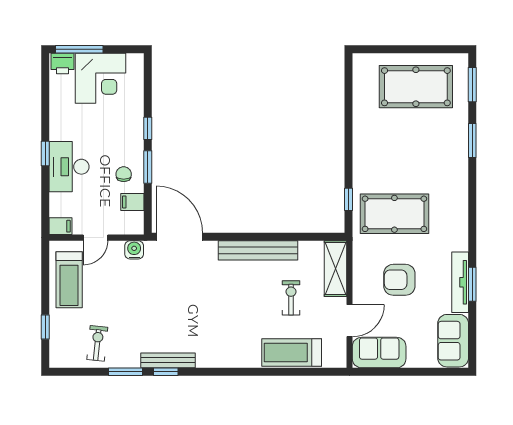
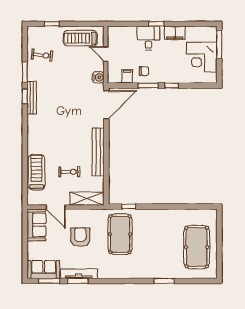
printer: (63, 63) -> (211, 34), removed
window: (472, 85) -> (49, 281), moved
desk: (69, 167) -> (148, 38), width x0.73
filing cabinet: (61, 226) -> (175, 33), moved, width x2.00

